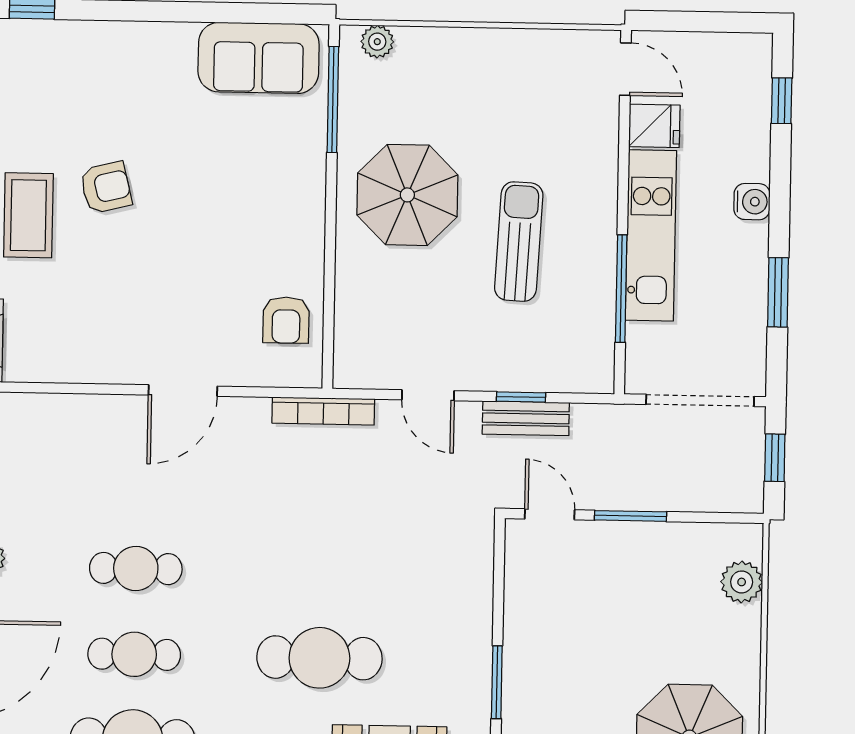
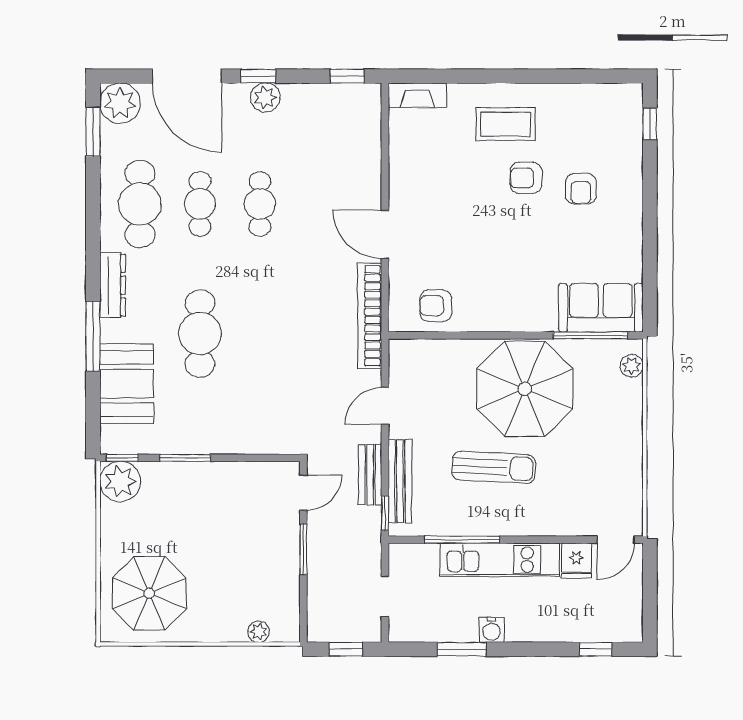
sofa: (259, 58) -> (601, 308), moved, turned 90
armchair: (123, 109) -> (581, 189), added
armchair: (106, 188) -> (526, 178), turned 104
parasol: (407, 195) -> (525, 389), width x1.36, depth x1.36
water cooler: (752, 202) -> (492, 630), moved
bench: (536, 376) -> (400, 481), added
window: (521, 397) -> (385, 513), moved
doorway: (700, 400) -> (385, 596), width x0.53
bookcase: (323, 411) -> (370, 316), width x1.48, depth x1.31
plant: (742, 582) -> (259, 632), width x0.73, depth x0.73

